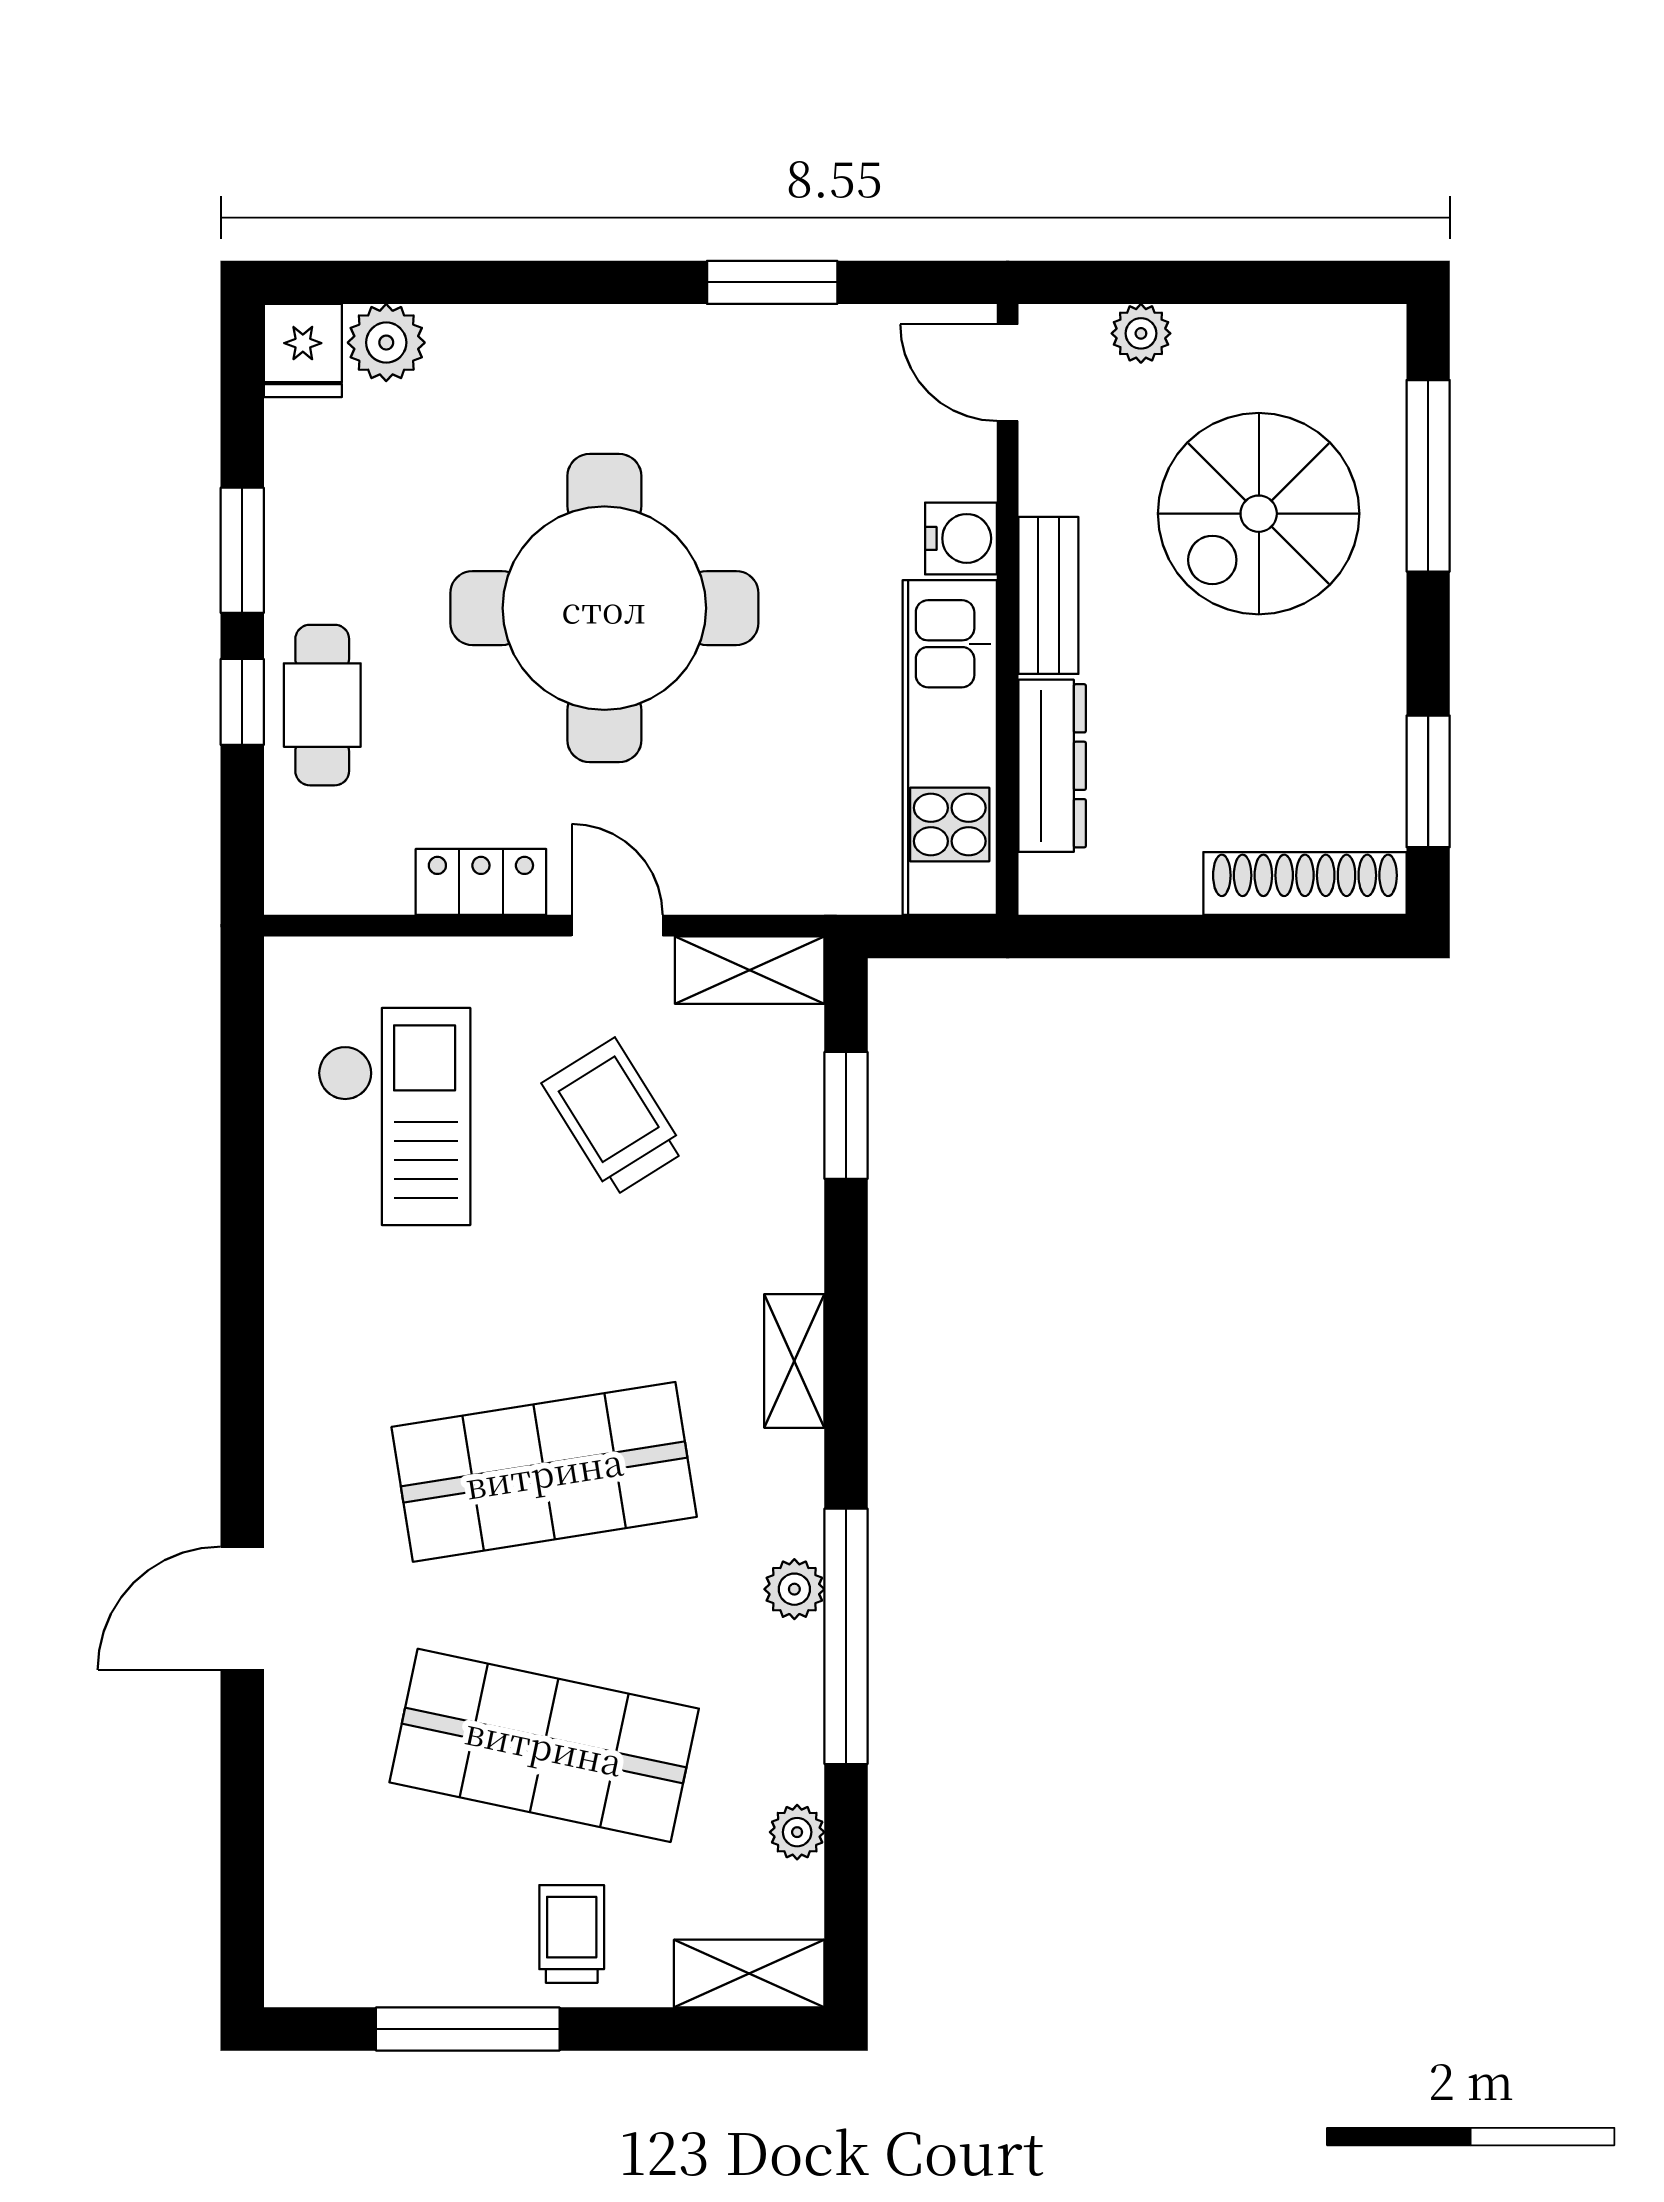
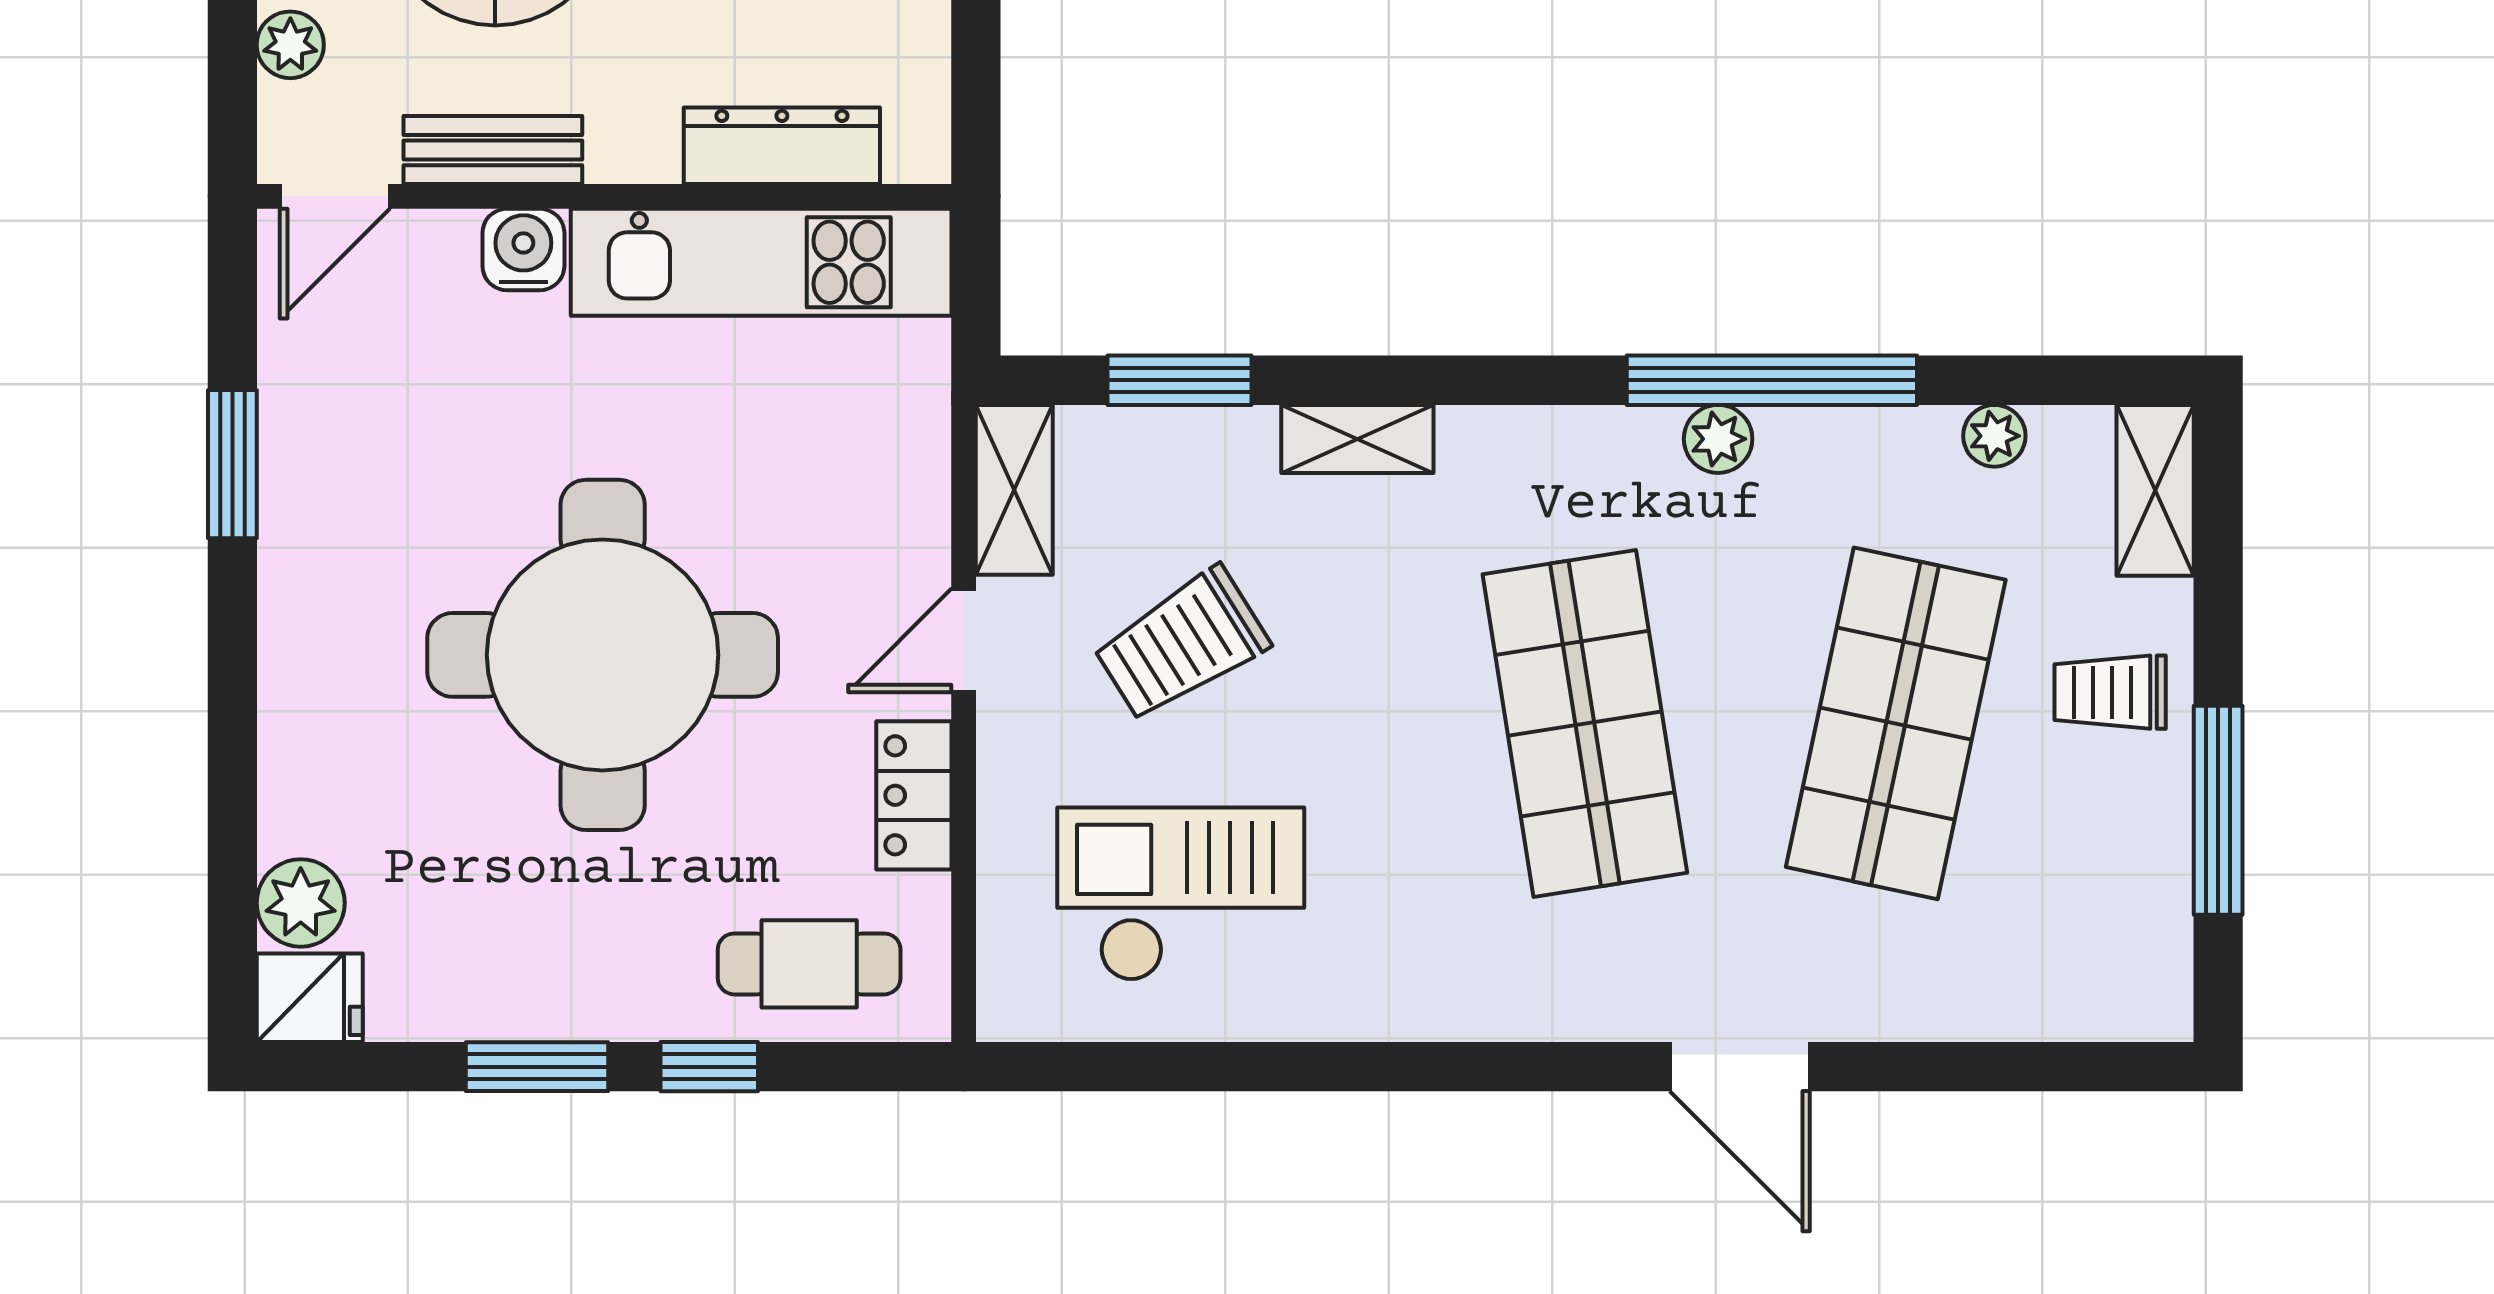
bench: (1048, 595) -> (493, 150), moved
cafe table: (322, 705) -> (809, 964), moved
shelving: (794, 1361) -> (1357, 439), moved

